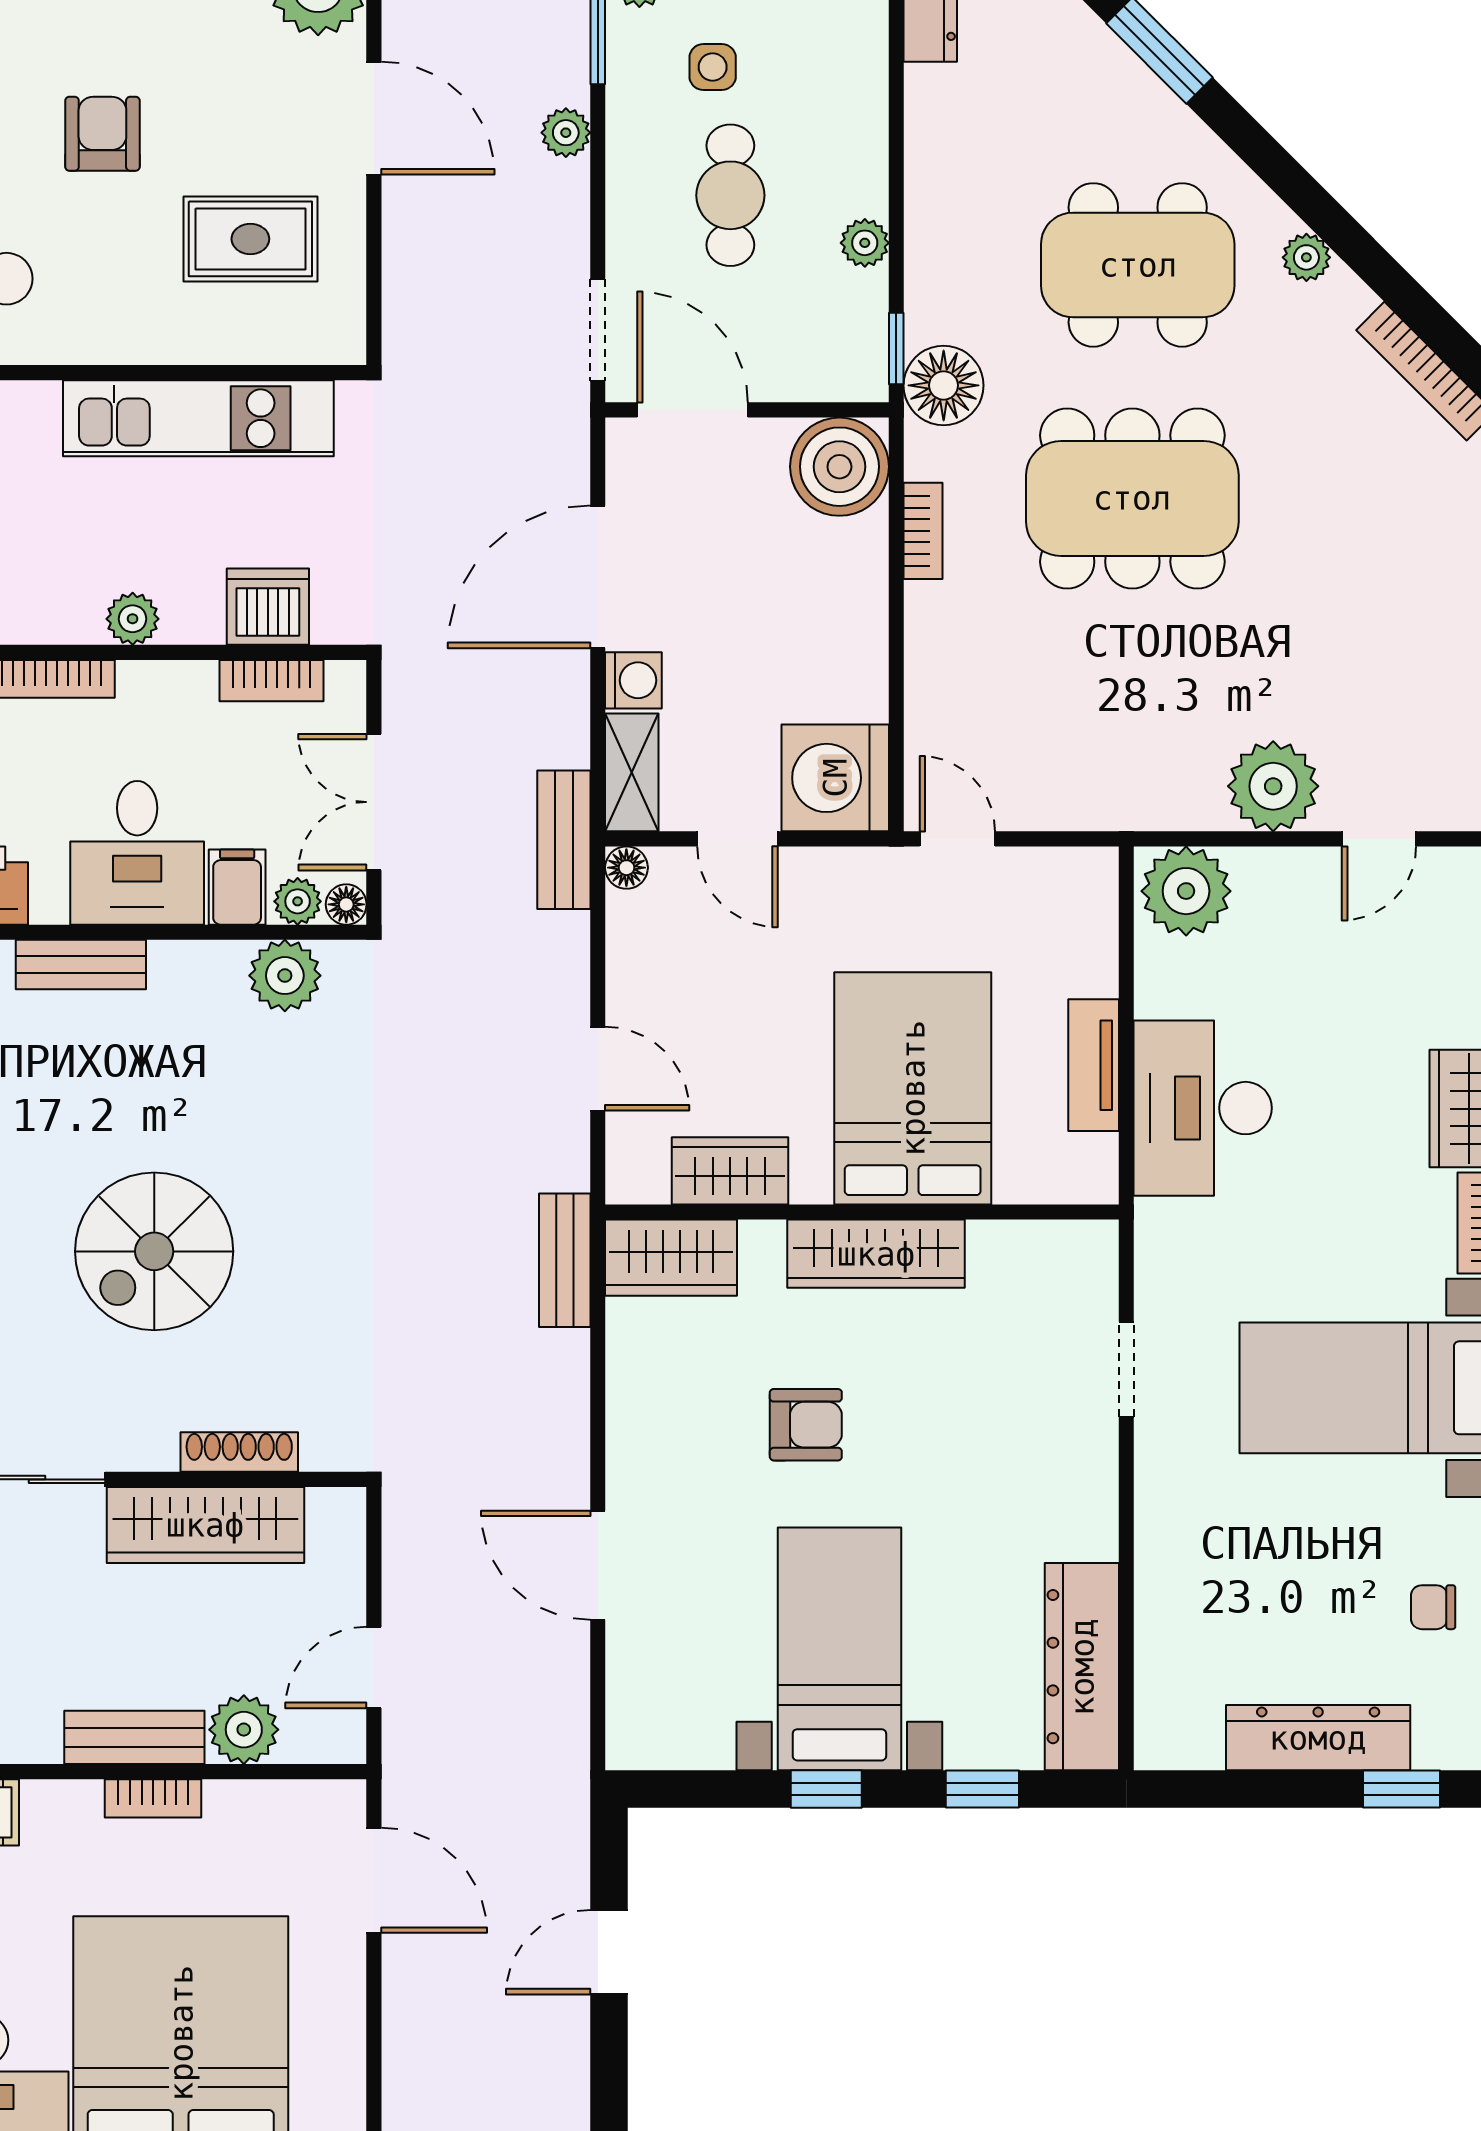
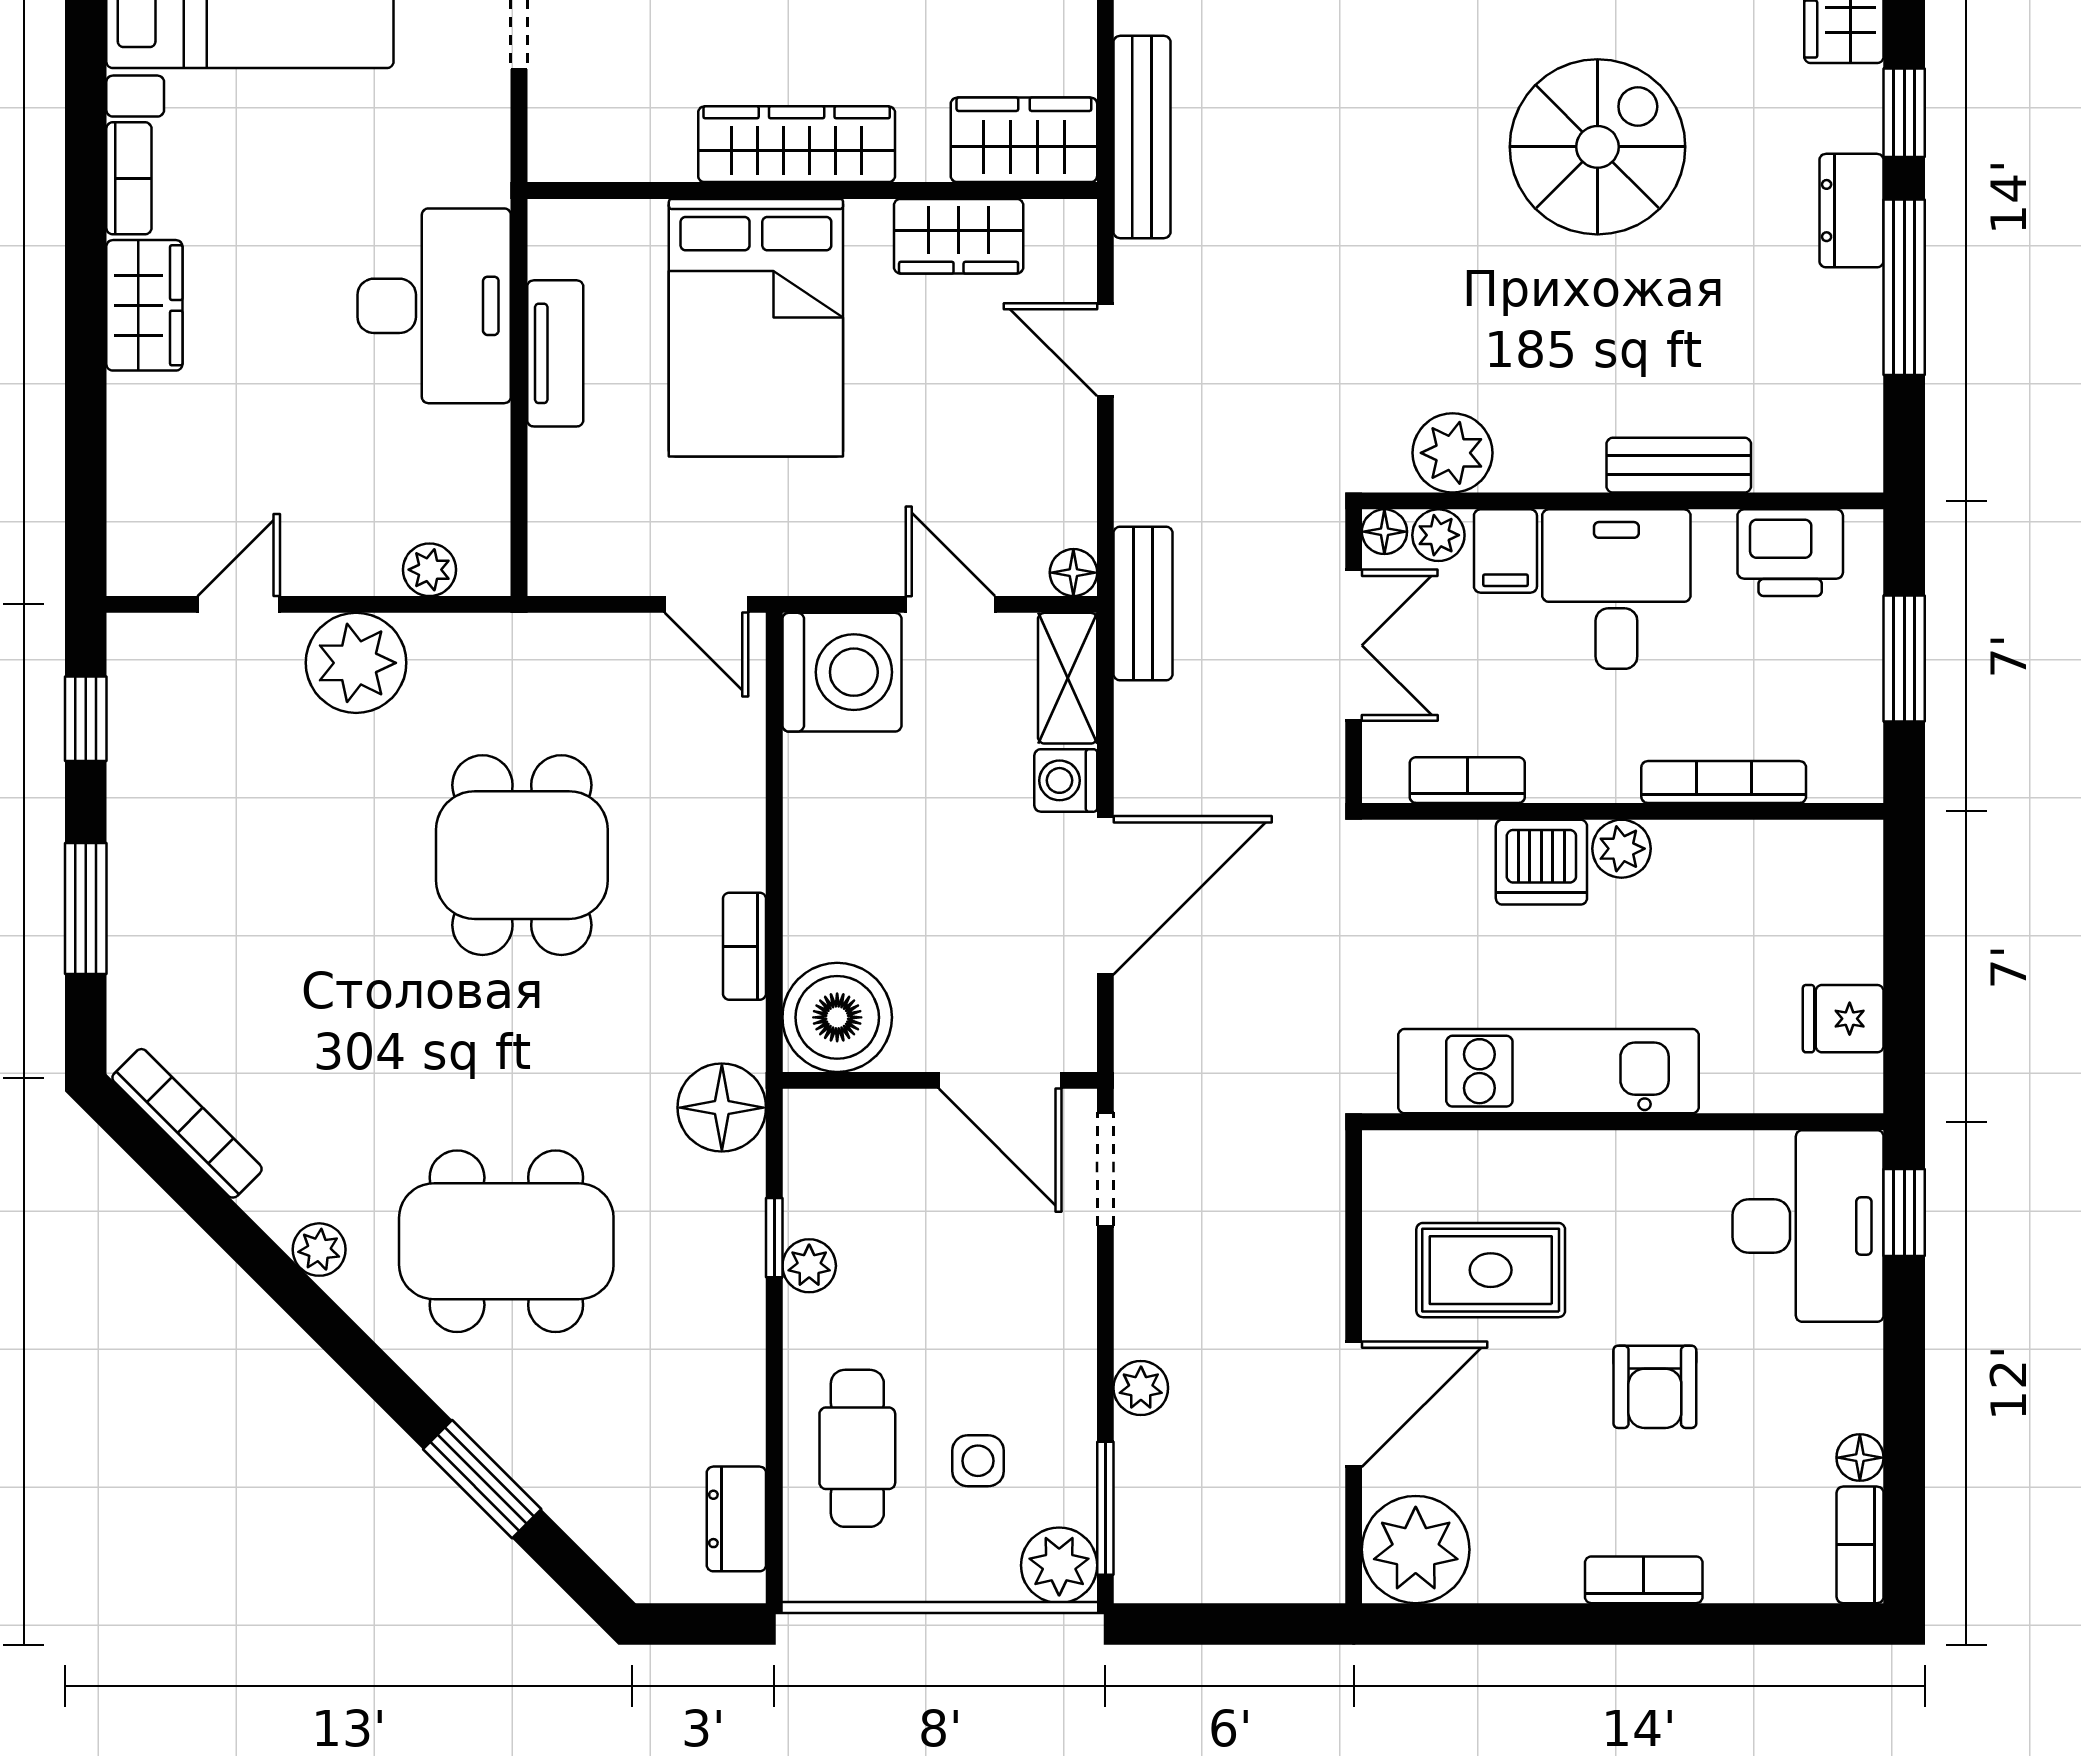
door: (374, 118) -> (1354, 1404), swing flipped
cafe table: (730, 195) -> (857, 1448), moved
window: (896, 348) -> (774, 1238), moved
dining table: (1132, 498) -> (522, 855), moved, width x0.73
dishwasher: (268, 607) -> (1541, 862), moved
plant: (1186, 891) -> (430, 570), width x0.53, depth x0.53
bench: (565, 1260) -> (1142, 137), width x1.36

